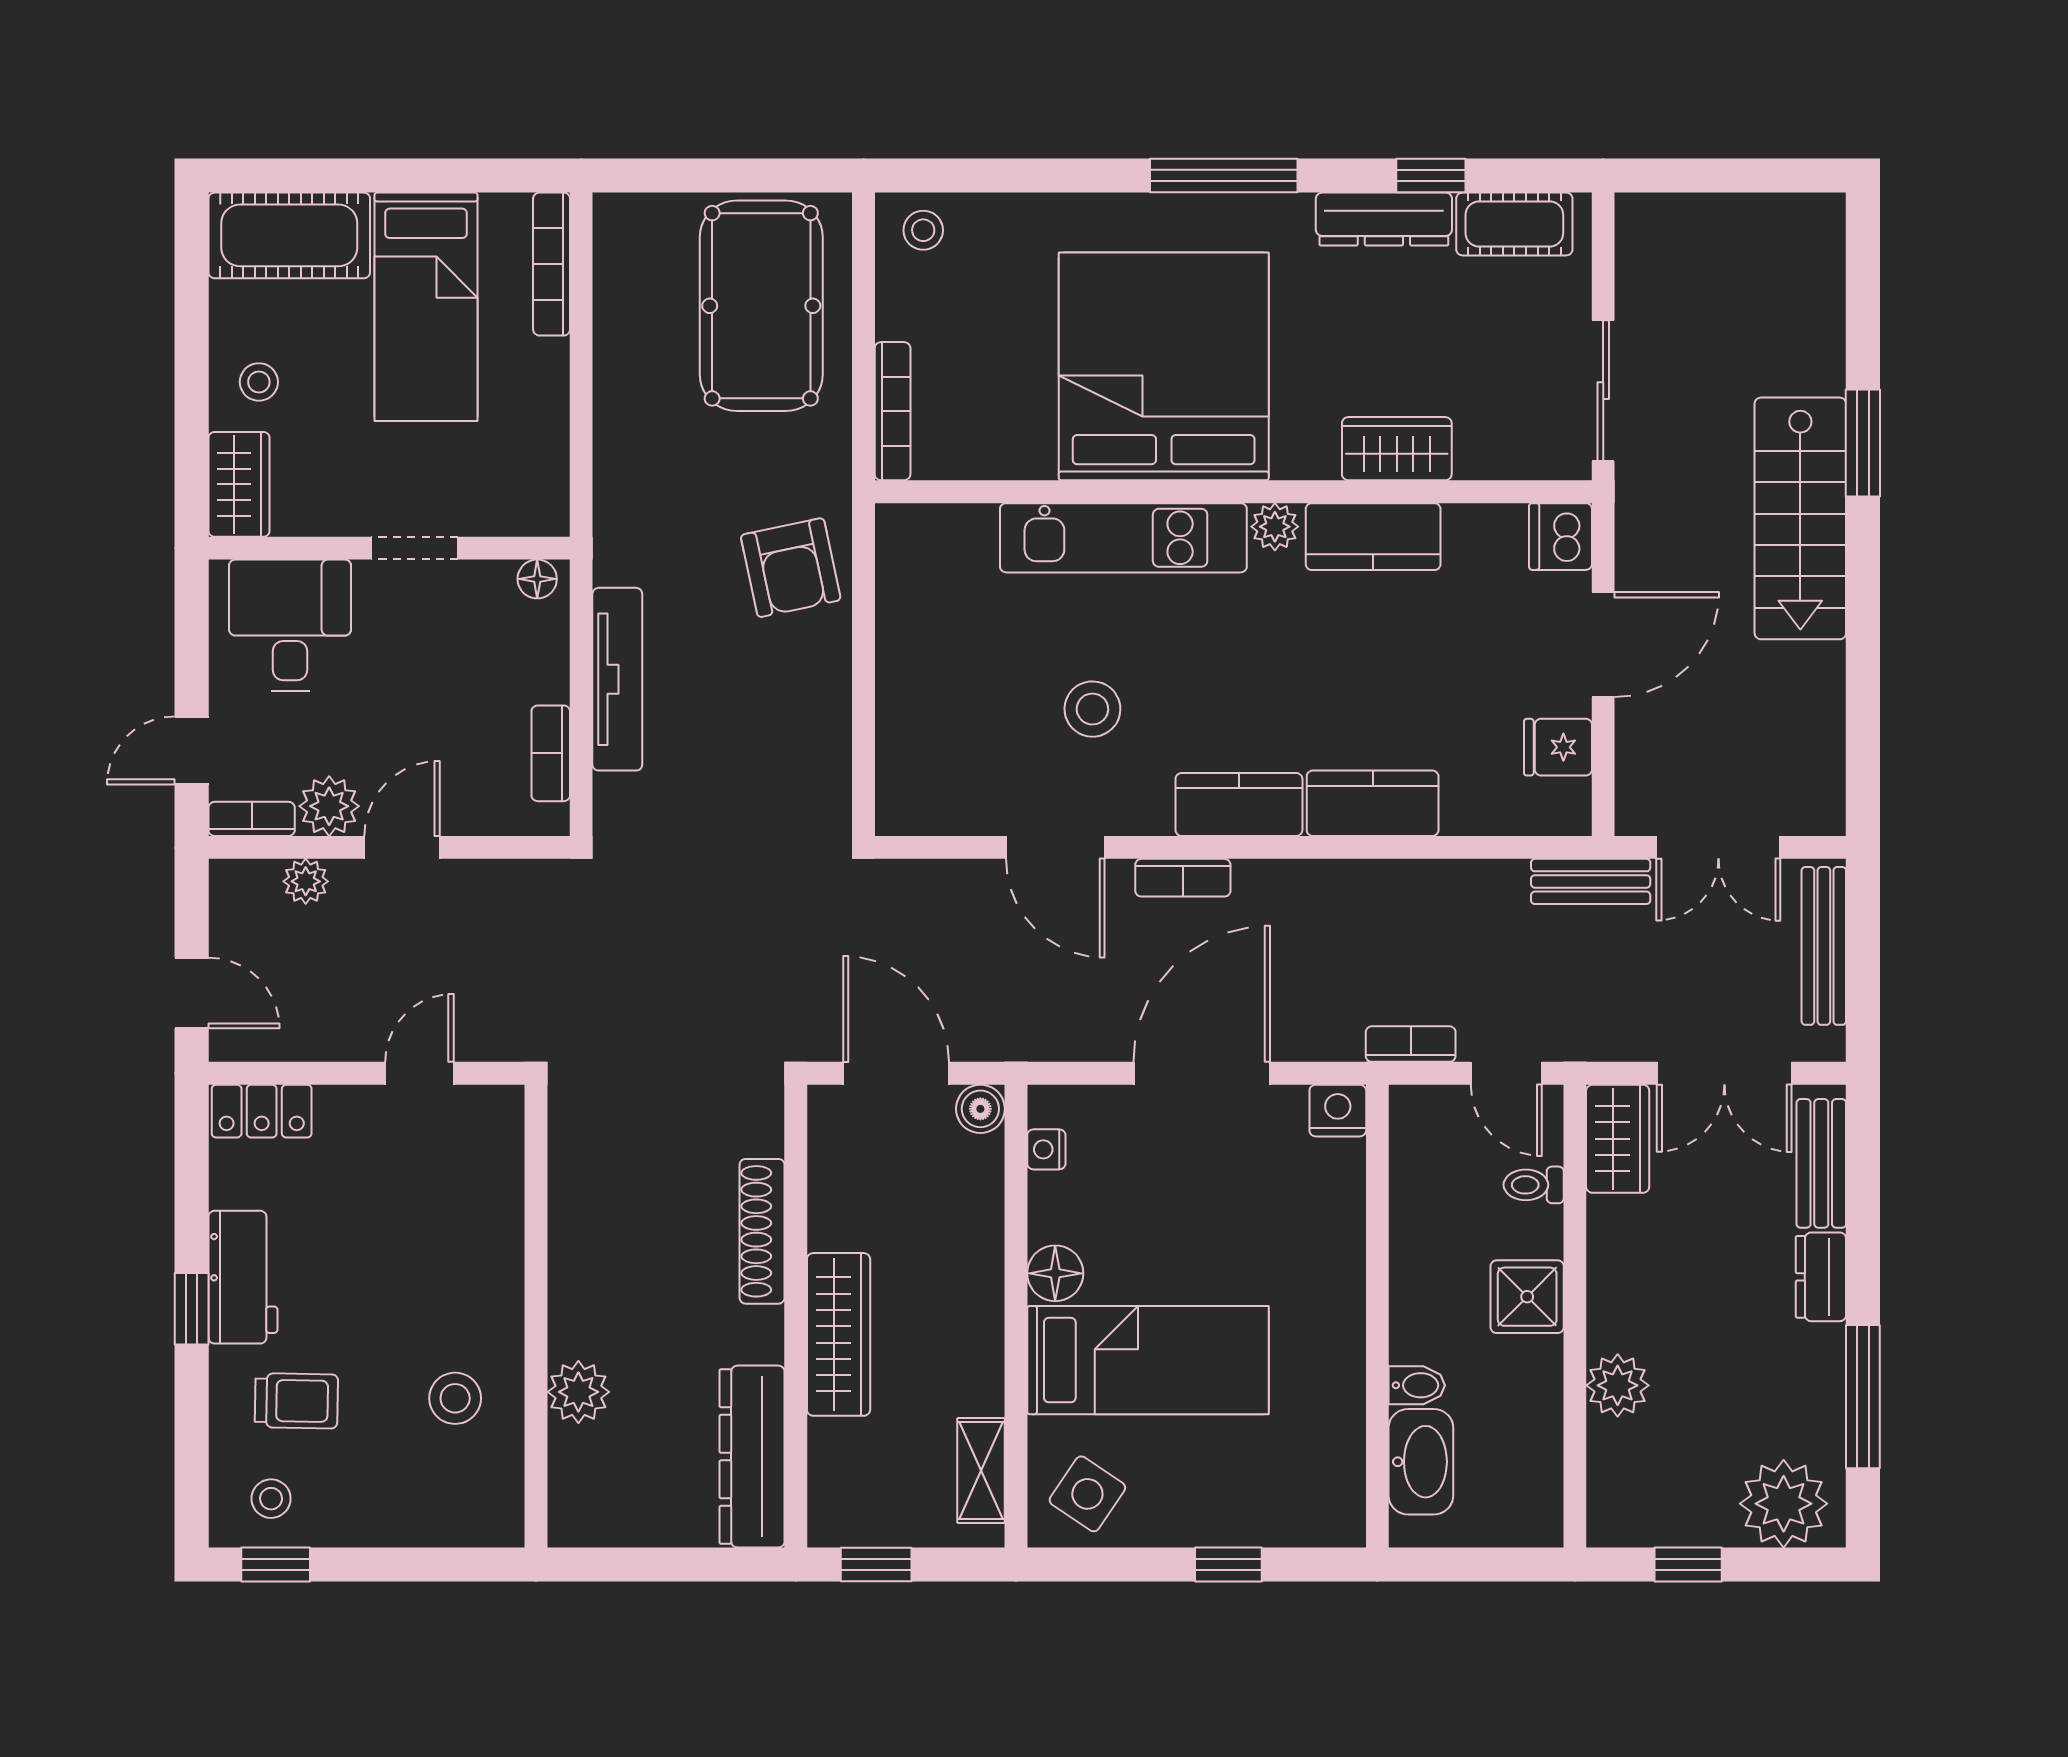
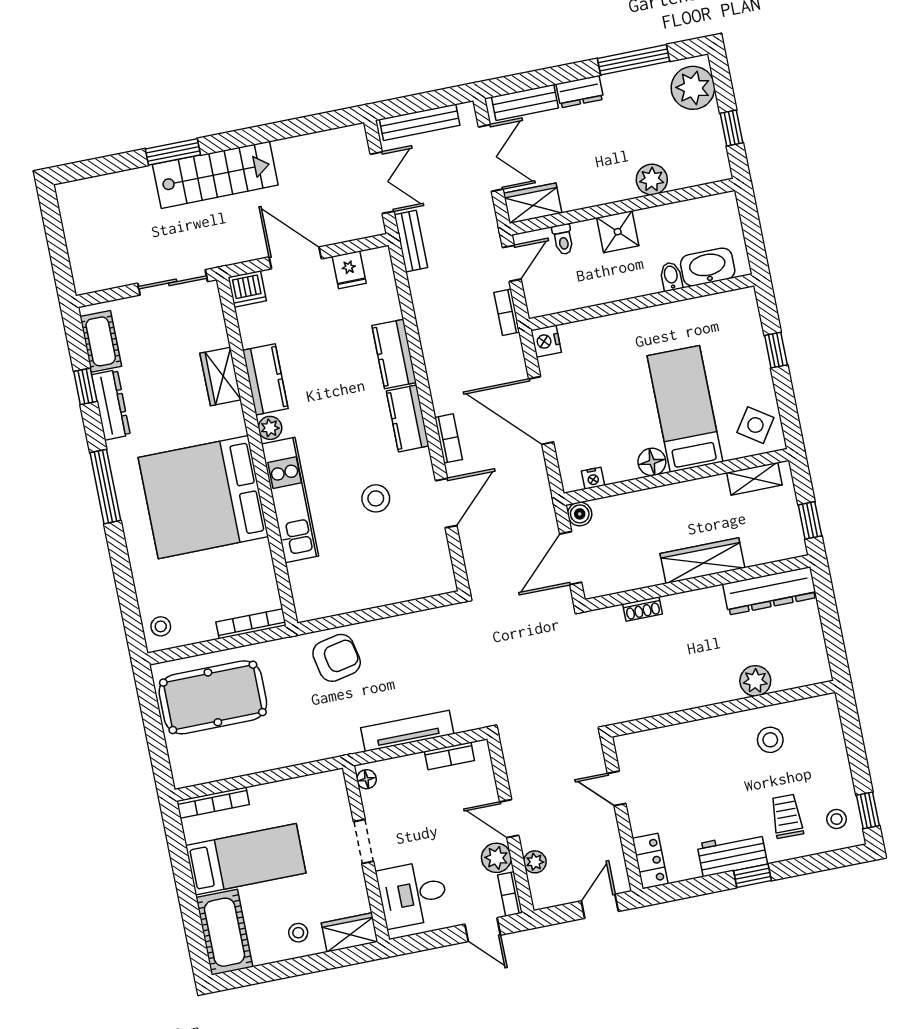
shoe rack: (762, 1231) -> (643, 609), width x0.51, depth x0.81

